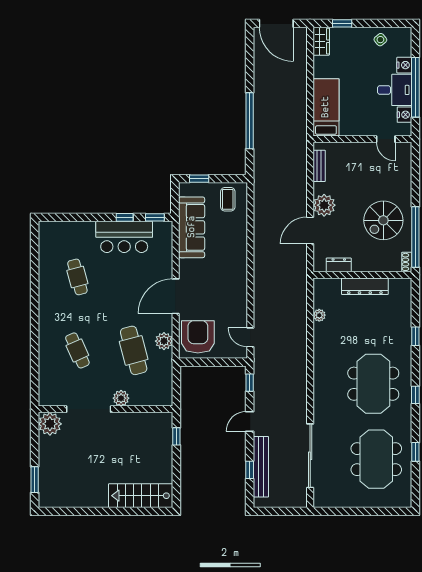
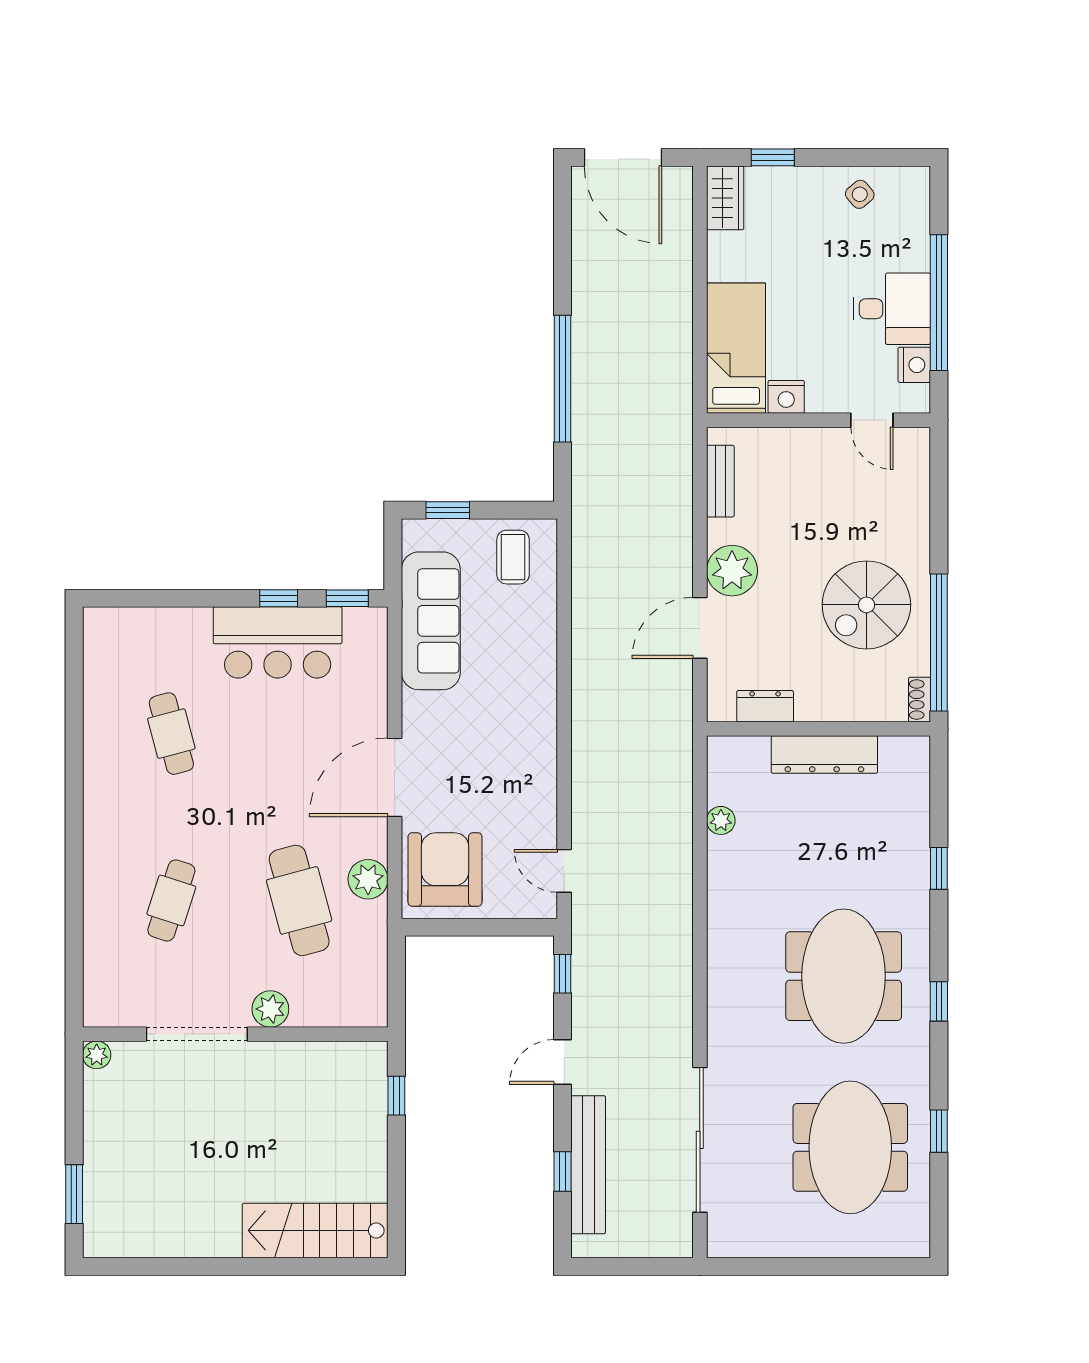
nightstand: (404, 65) -> (786, 397), moved, turned 90
cafe table: (77, 350) -> (171, 900), turned 42
plant: (50, 424) -> (97, 1055), width x0.53, depth x0.53

